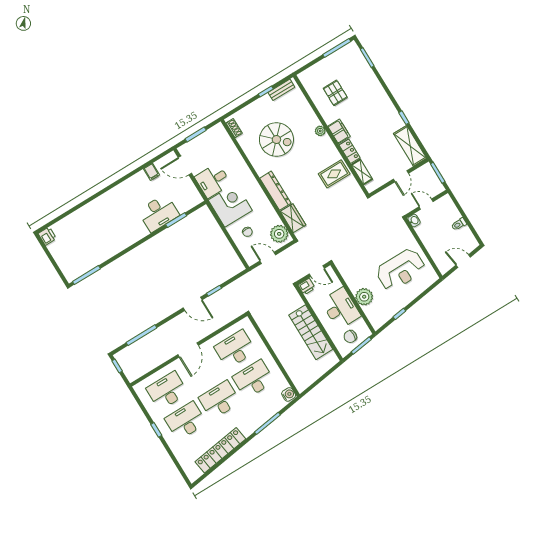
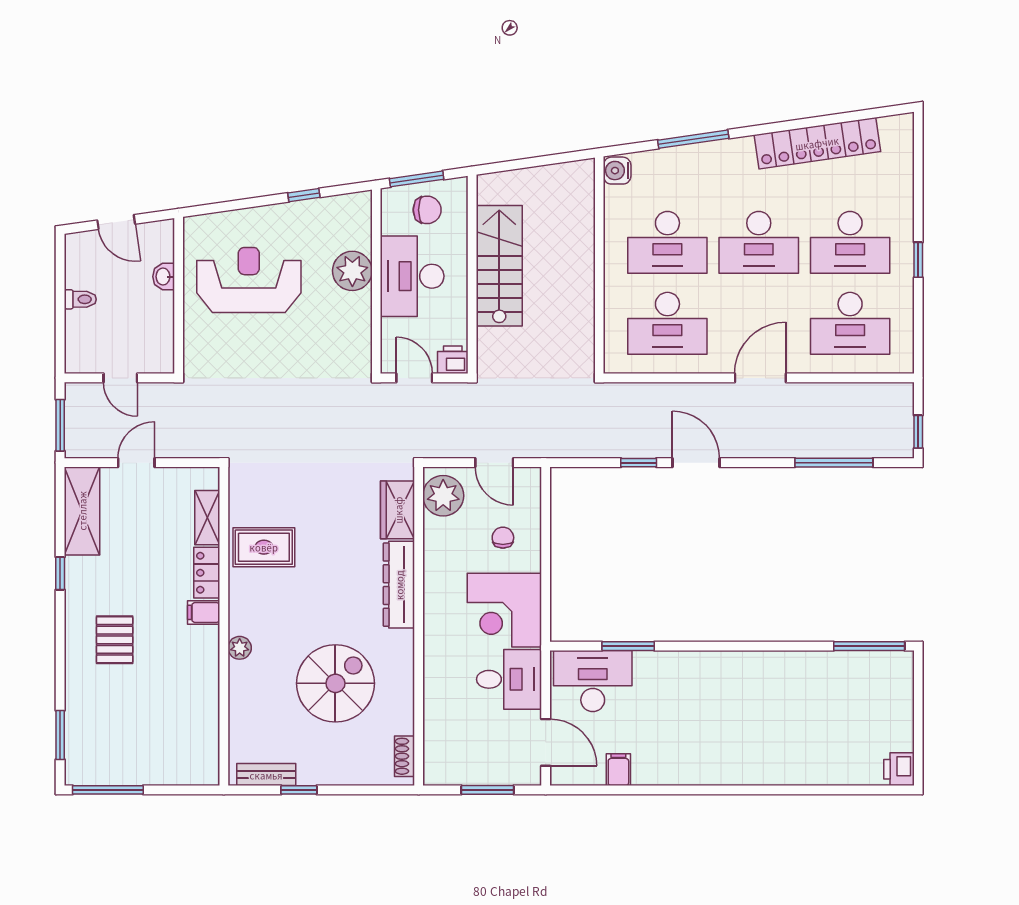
pallet: (335, 93) -> (115, 640), moved
filing cabinet: (339, 131) -> (204, 612), width x0.50
spiral stairs: (276, 139) -> (335, 683), turned 90
desk: (159, 213) -> (593, 681), moved
washbasin: (414, 221) -> (164, 277), moved

